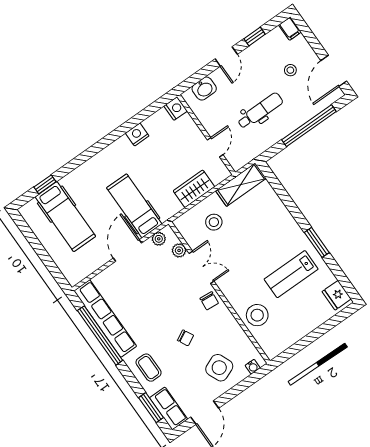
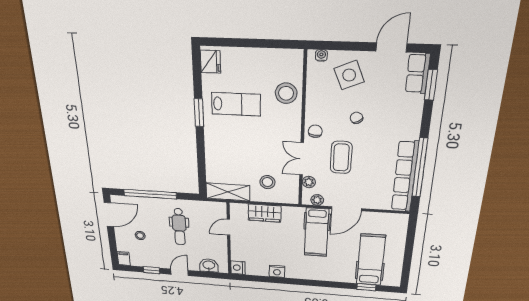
dental chair: (260, 111) -> (179, 227), turned -90
coffee table: (149, 368) -> (341, 157), moved, width x1.36, depth x1.30

